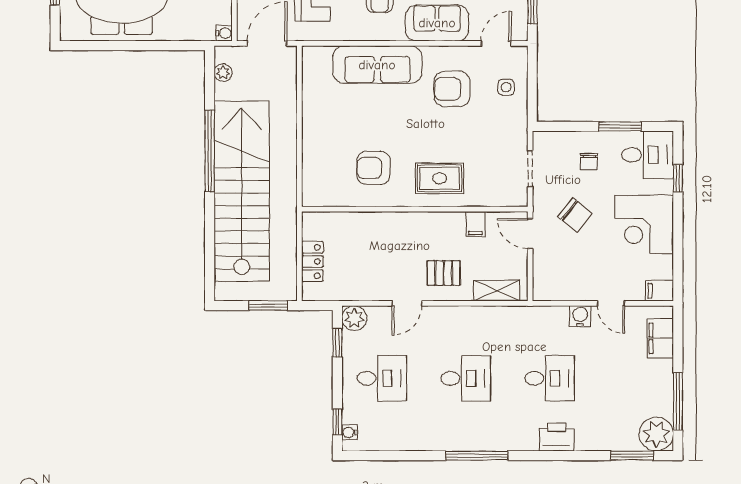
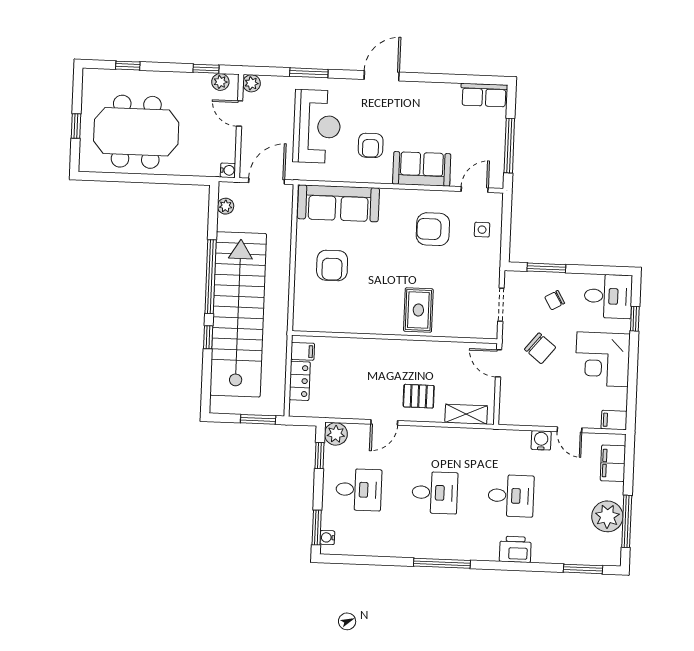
sofa: (377, 65) -> (338, 203), moved
window: (620, 126) -> (546, 268), moved
chair: (589, 162) -> (555, 300), turned 60
armchair: (373, 168) -> (332, 265), moved, turned -90
rug: (440, 178) -> (418, 310), turned 90
window: (210, 218) -> (208, 337), added
filing cabinet: (475, 224) -> (303, 351), moved, turned -90
window: (337, 422) -> (317, 527), width x1.50
plant: (656, 434) -> (607, 516), moved

